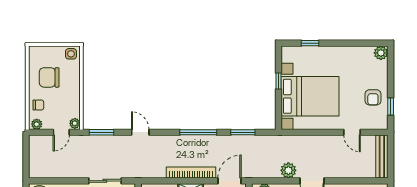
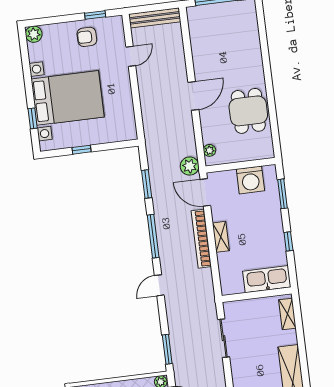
bed with nightstands: (310, 96) -> (68, 98), moved, turned 90
armchair: (373, 97) -> (87, 37), turned 180
door: (140, 132) -> (159, 285), moved
plant: (288, 170) -> (190, 166), moved

